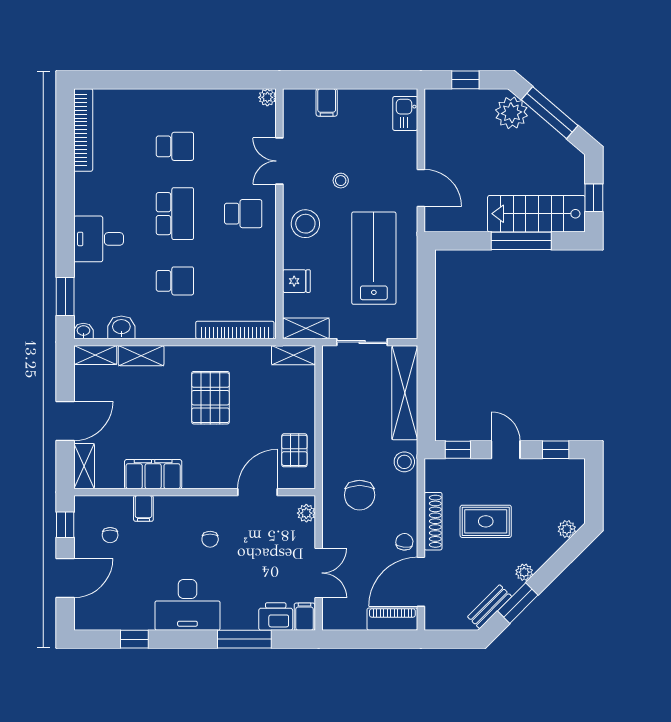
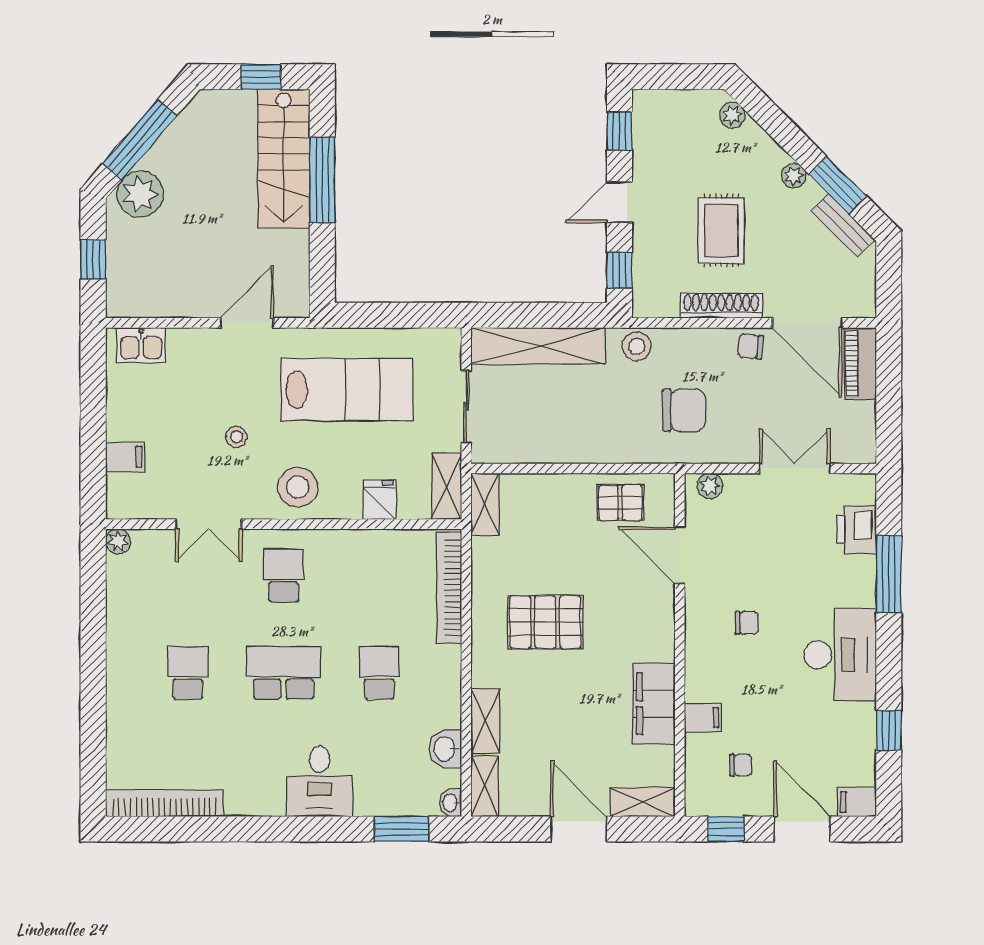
lab bench: (374, 258) -> (347, 390), turned 180
filing cabinet: (305, 617) -> (857, 802), moved

